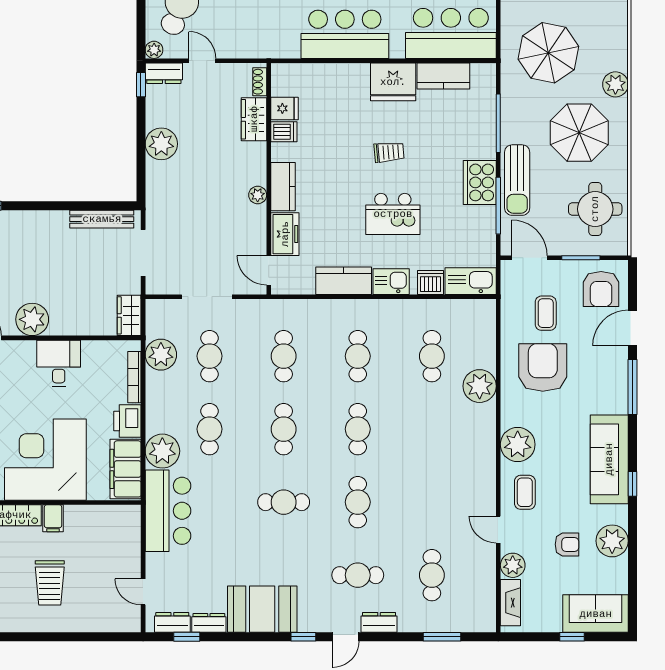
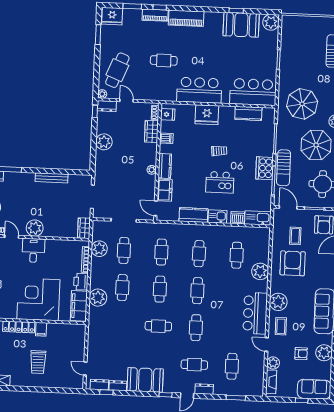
fridge: (393, 82) -> (207, 115), moved
fridge: (285, 108) -> (168, 114), moved
bench: (102, 219) -> (52, 178), moved
desk: (59, 363) -> (33, 250), moved
bar counter: (168, 511) -> (255, 313), moved, turned 180

